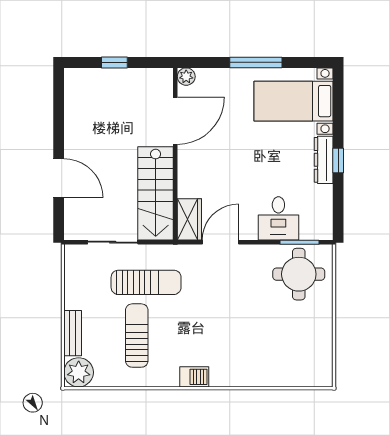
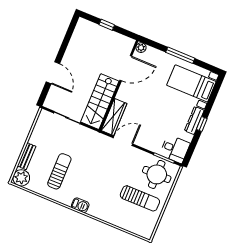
desk: (278, 218) -> (175, 149), moved, turned -90
wardrobe: (189, 219) -> (114, 117), width x1.50
sun lounger: (146, 282) -> (140, 198), moved

